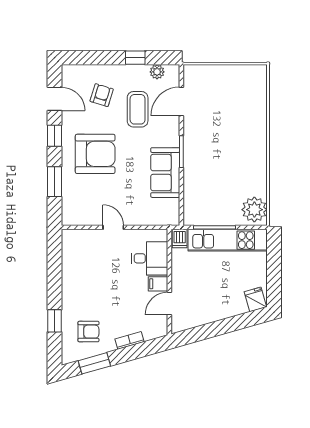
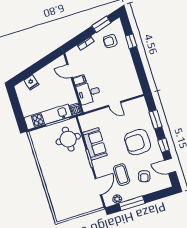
window: (135, 58) -> (132, 203), width x2.17
round table: (206, 194) -> (68, 139), added
plant: (254, 210) -> (38, 139), removed
fridge: (255, 299) -> (31, 82), moved
door: (169, 304) -> (70, 71), swing flipped

